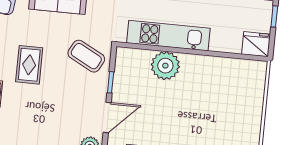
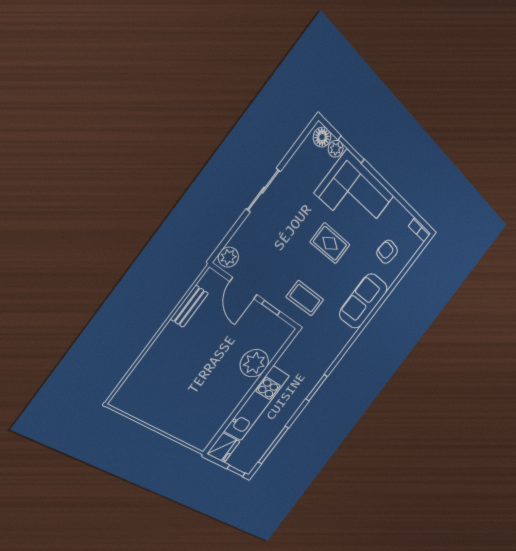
kitchen unit: (168, 36) -> (257, 403), moved
coffee table: (86, 56) -> (305, 298), turned 62

